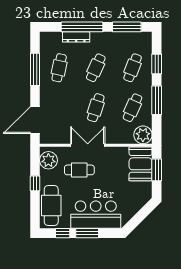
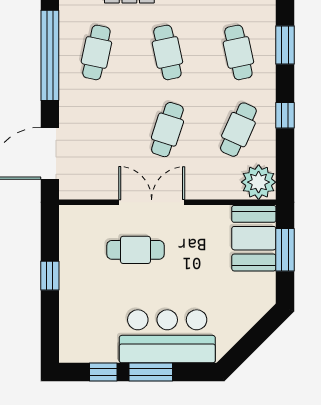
cafe table: (96, 68) -> (167, 52), turned -36
cafe table: (133, 68) -> (238, 52), turned -33
window: (35, 69) -> (50, 55), width x1.46
window: (157, 100) -> (285, 115), width x0.46
plant: (48, 160) -> (76, 231), removed
cafe table: (51, 205) -> (81, 319), removed

